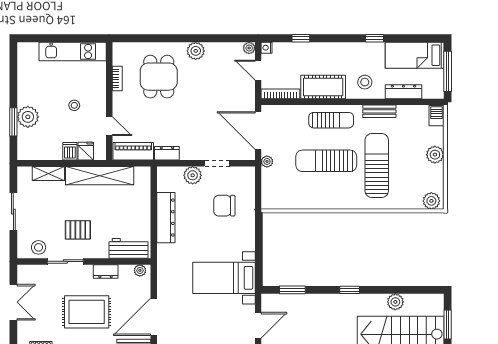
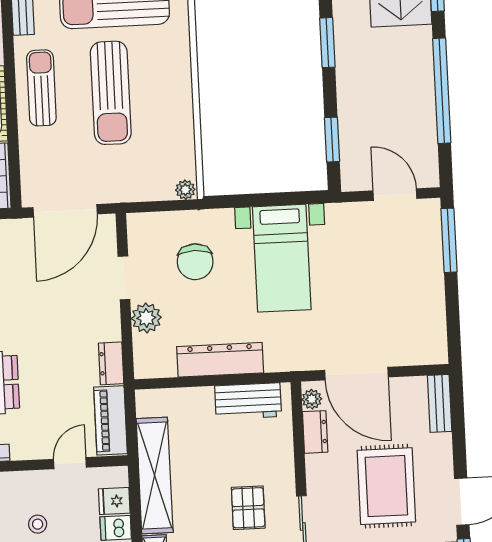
plant: (267, 161) -> (185, 190), moved
workbench: (129, 248) -> (248, 401), moved, turned -90
dresser: (106, 271) -> (315, 432), moved
bed with nightstands: (224, 278) -> (282, 258), moved
window: (350, 290) -> (327, 43), width x1.50
door: (154, 317) -> (356, 374), moved

